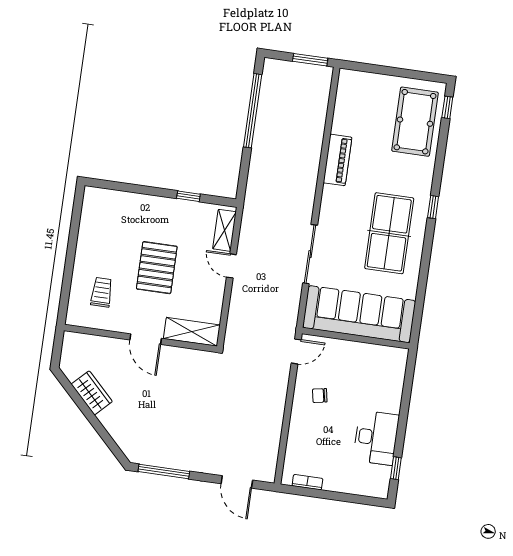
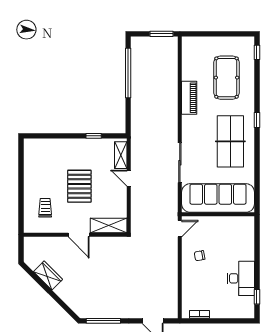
pool table: (415, 122) -> (226, 78), moved

